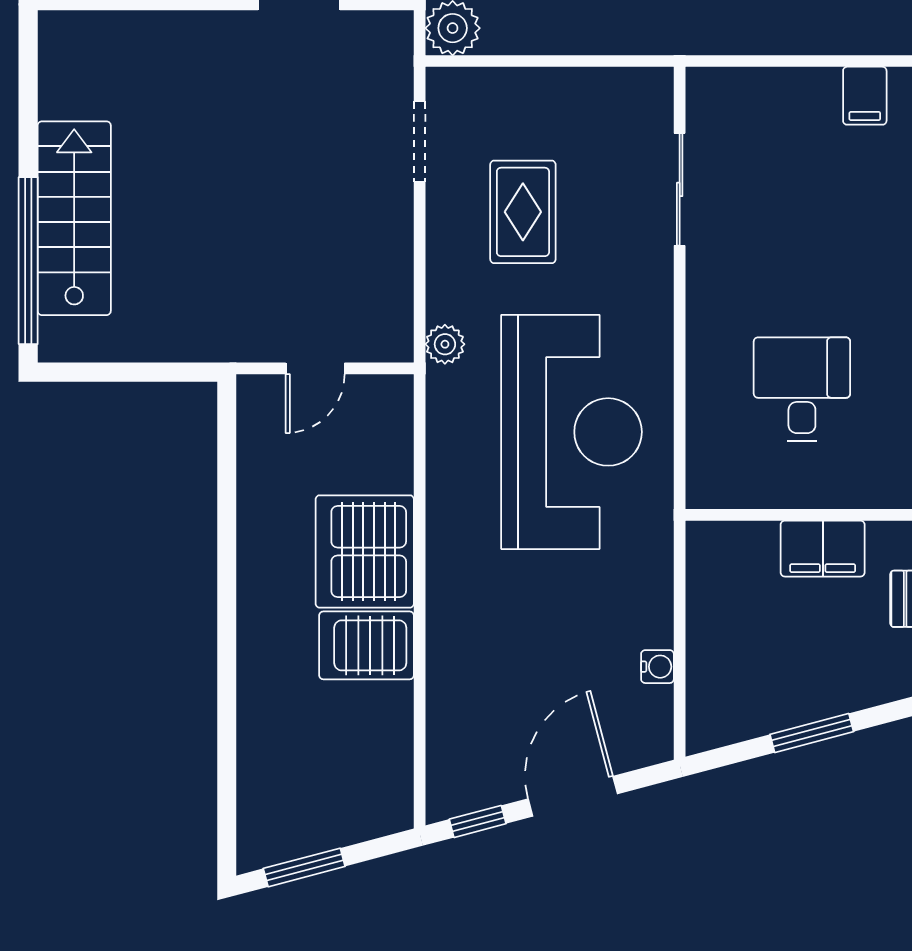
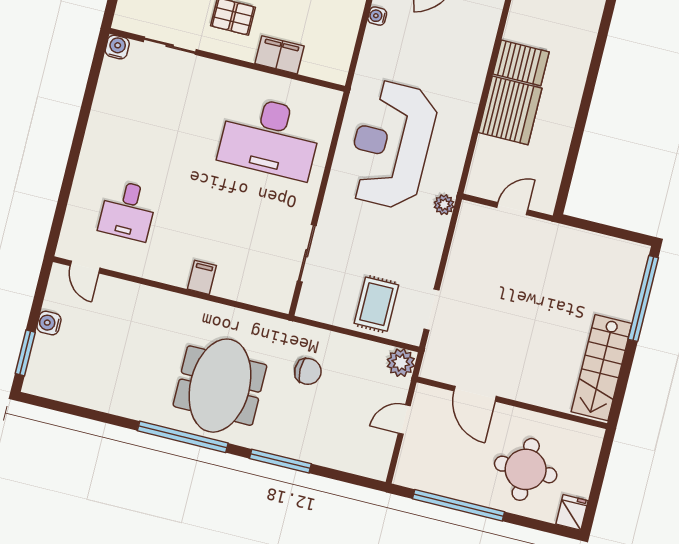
rug: (523, 212) -> (376, 304), moved
stairs: (74, 218) -> (602, 368), moved
desk: (802, 389) -> (270, 137), width x1.87, depth x1.30

